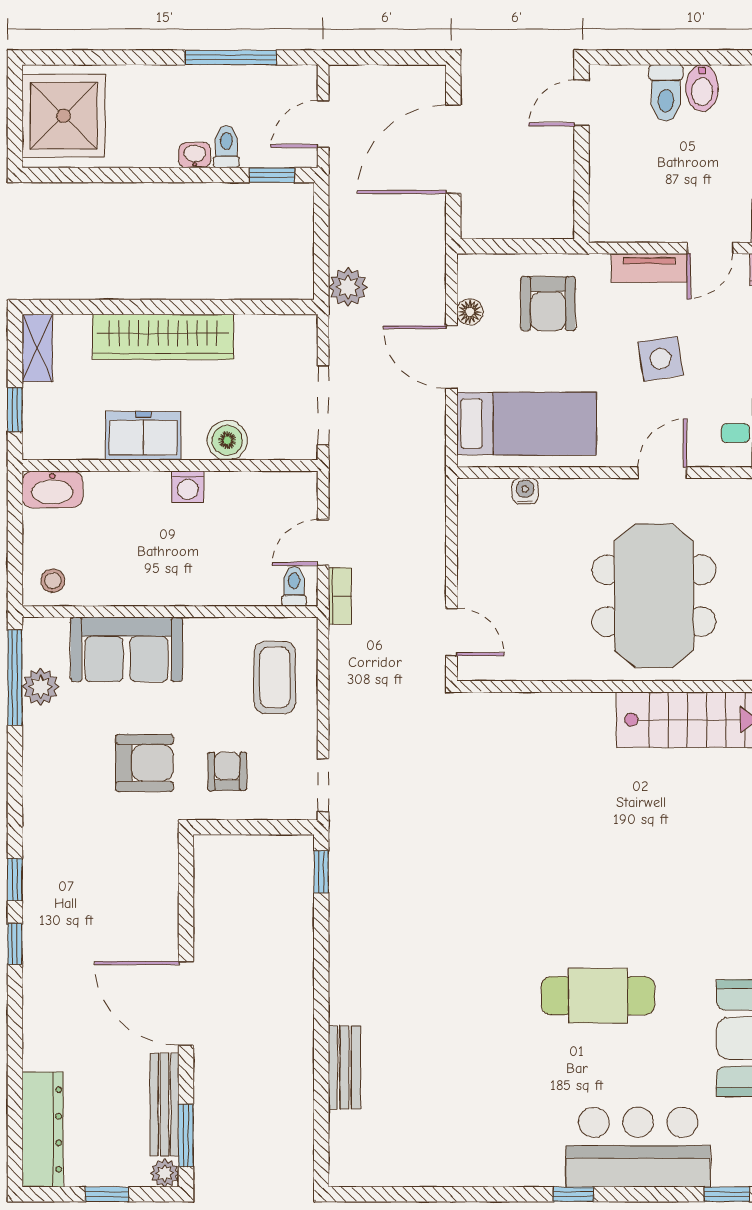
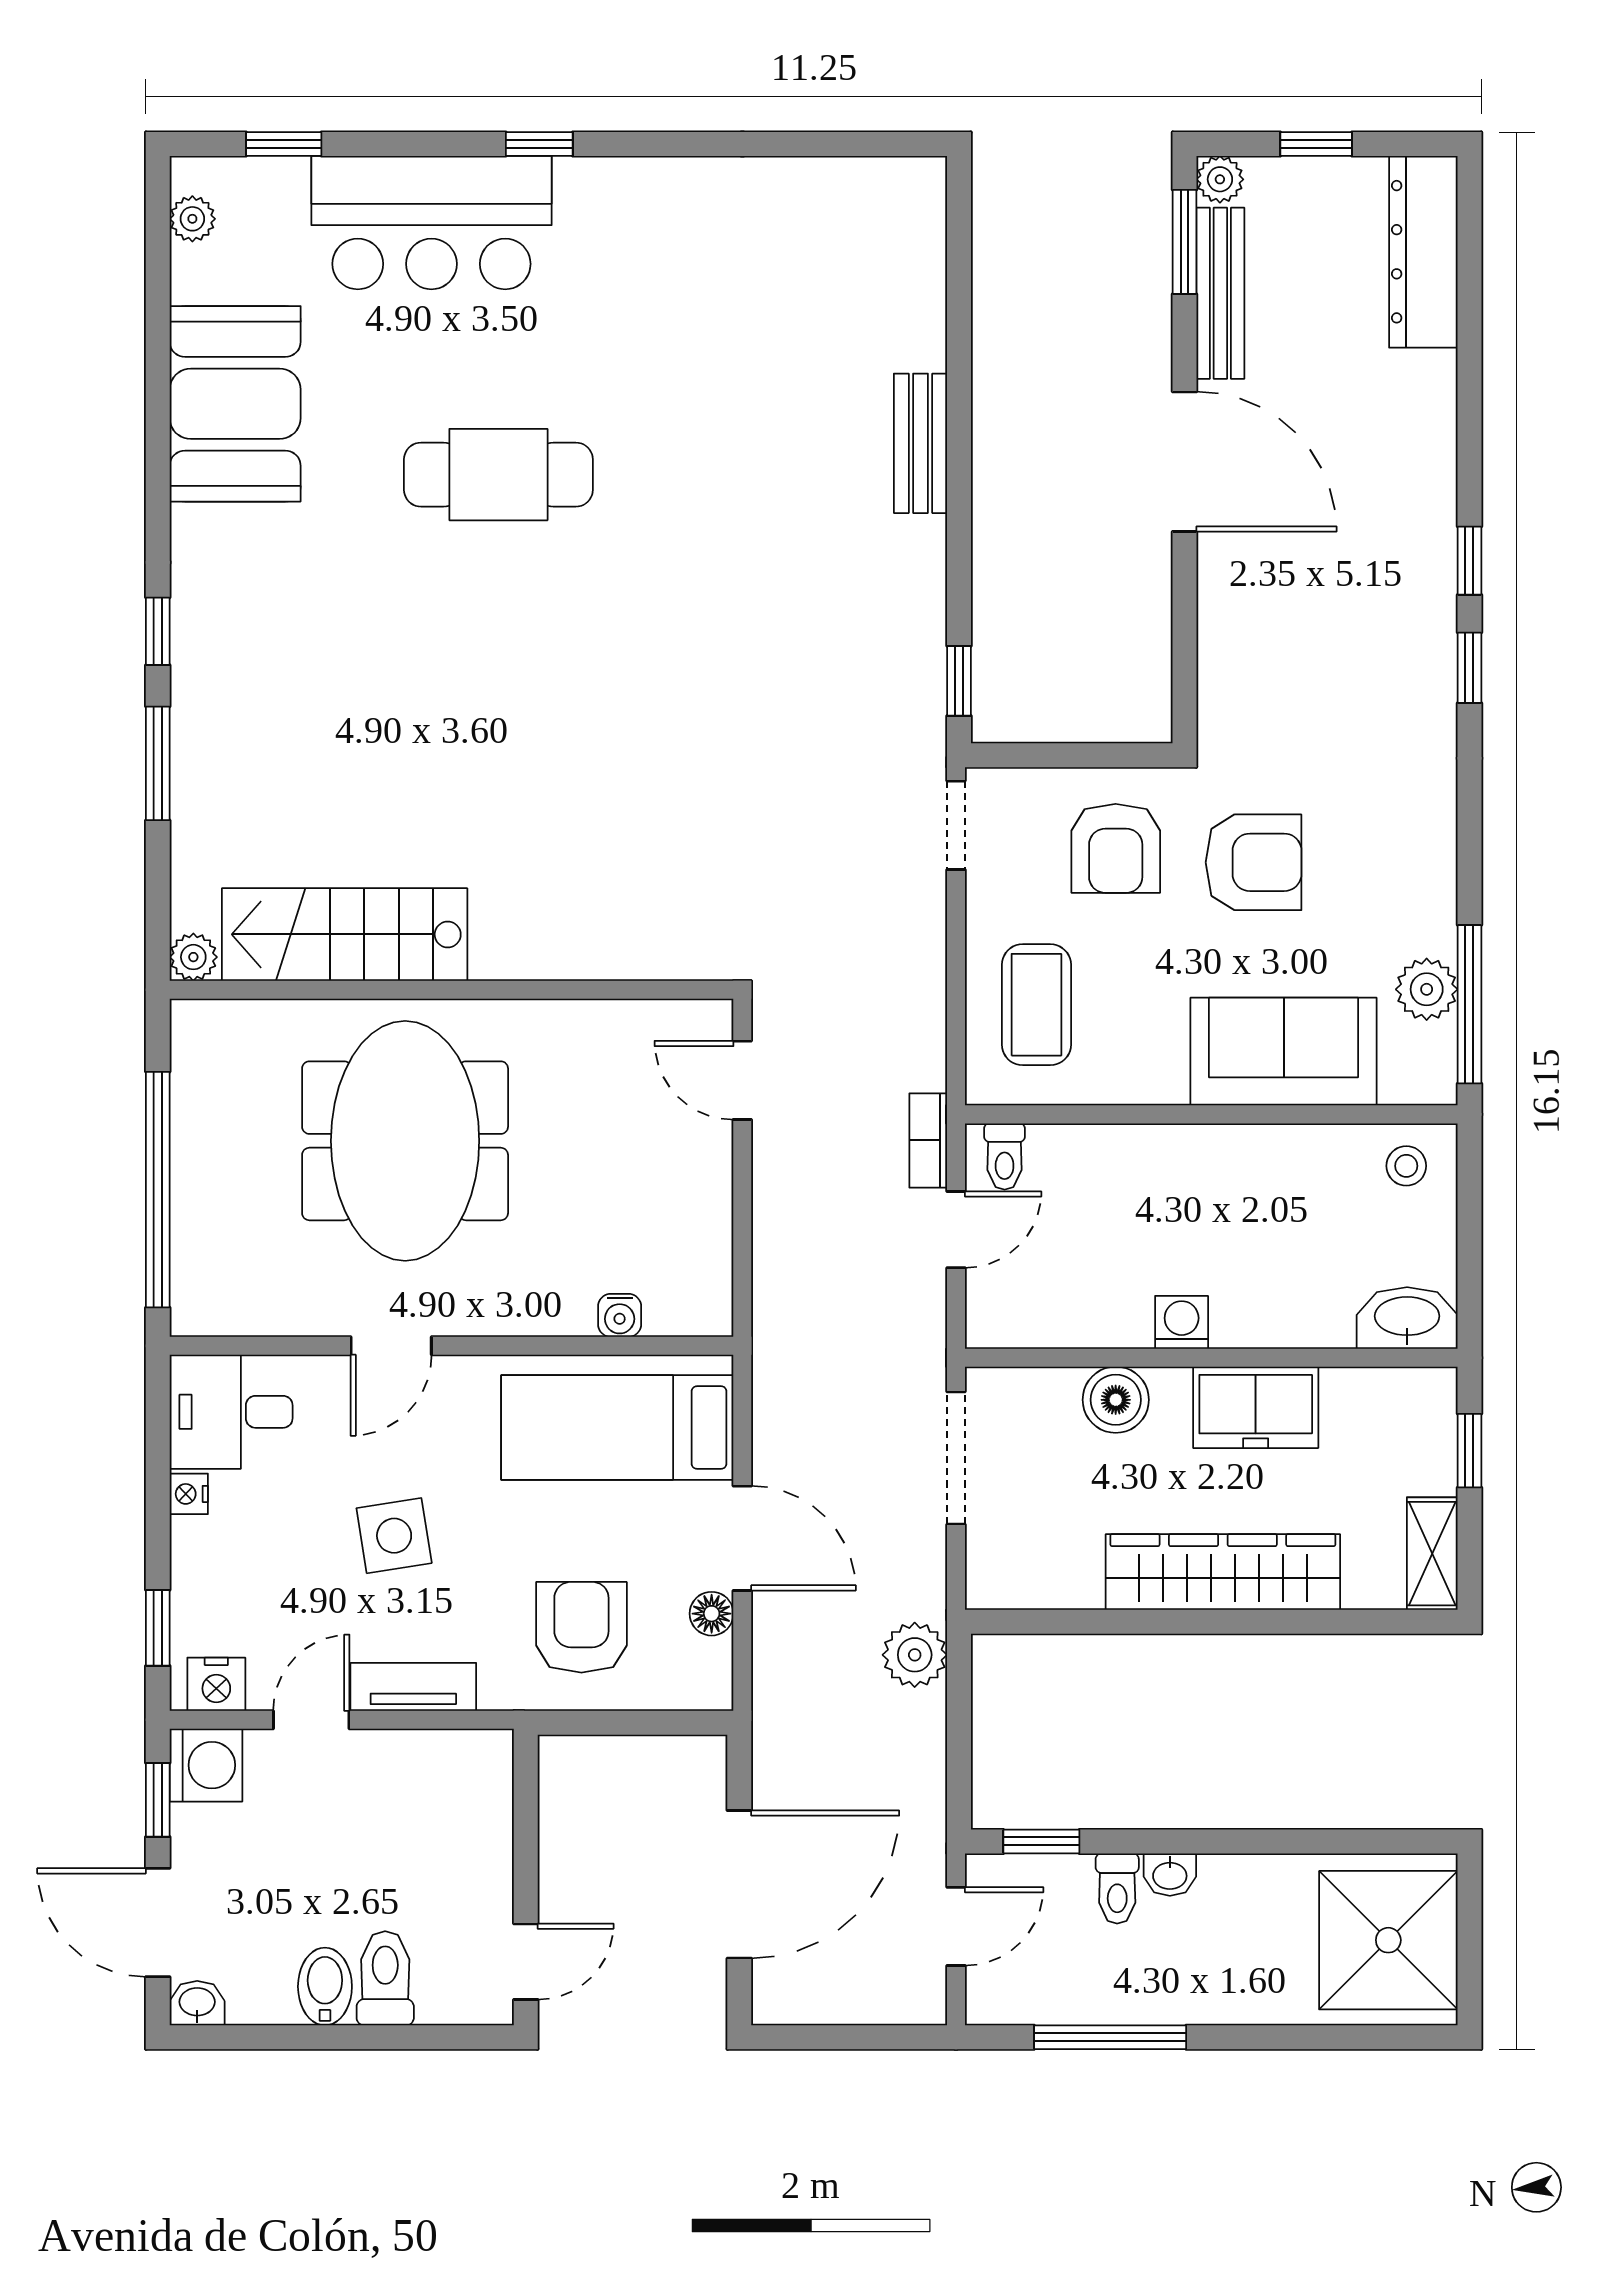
armchair: (144, 763) -> (1254, 862), turned 180
armchair: (227, 771) -> (1116, 848), width x1.38, depth x1.38
bench: (344, 1067) -> (920, 443), moved

